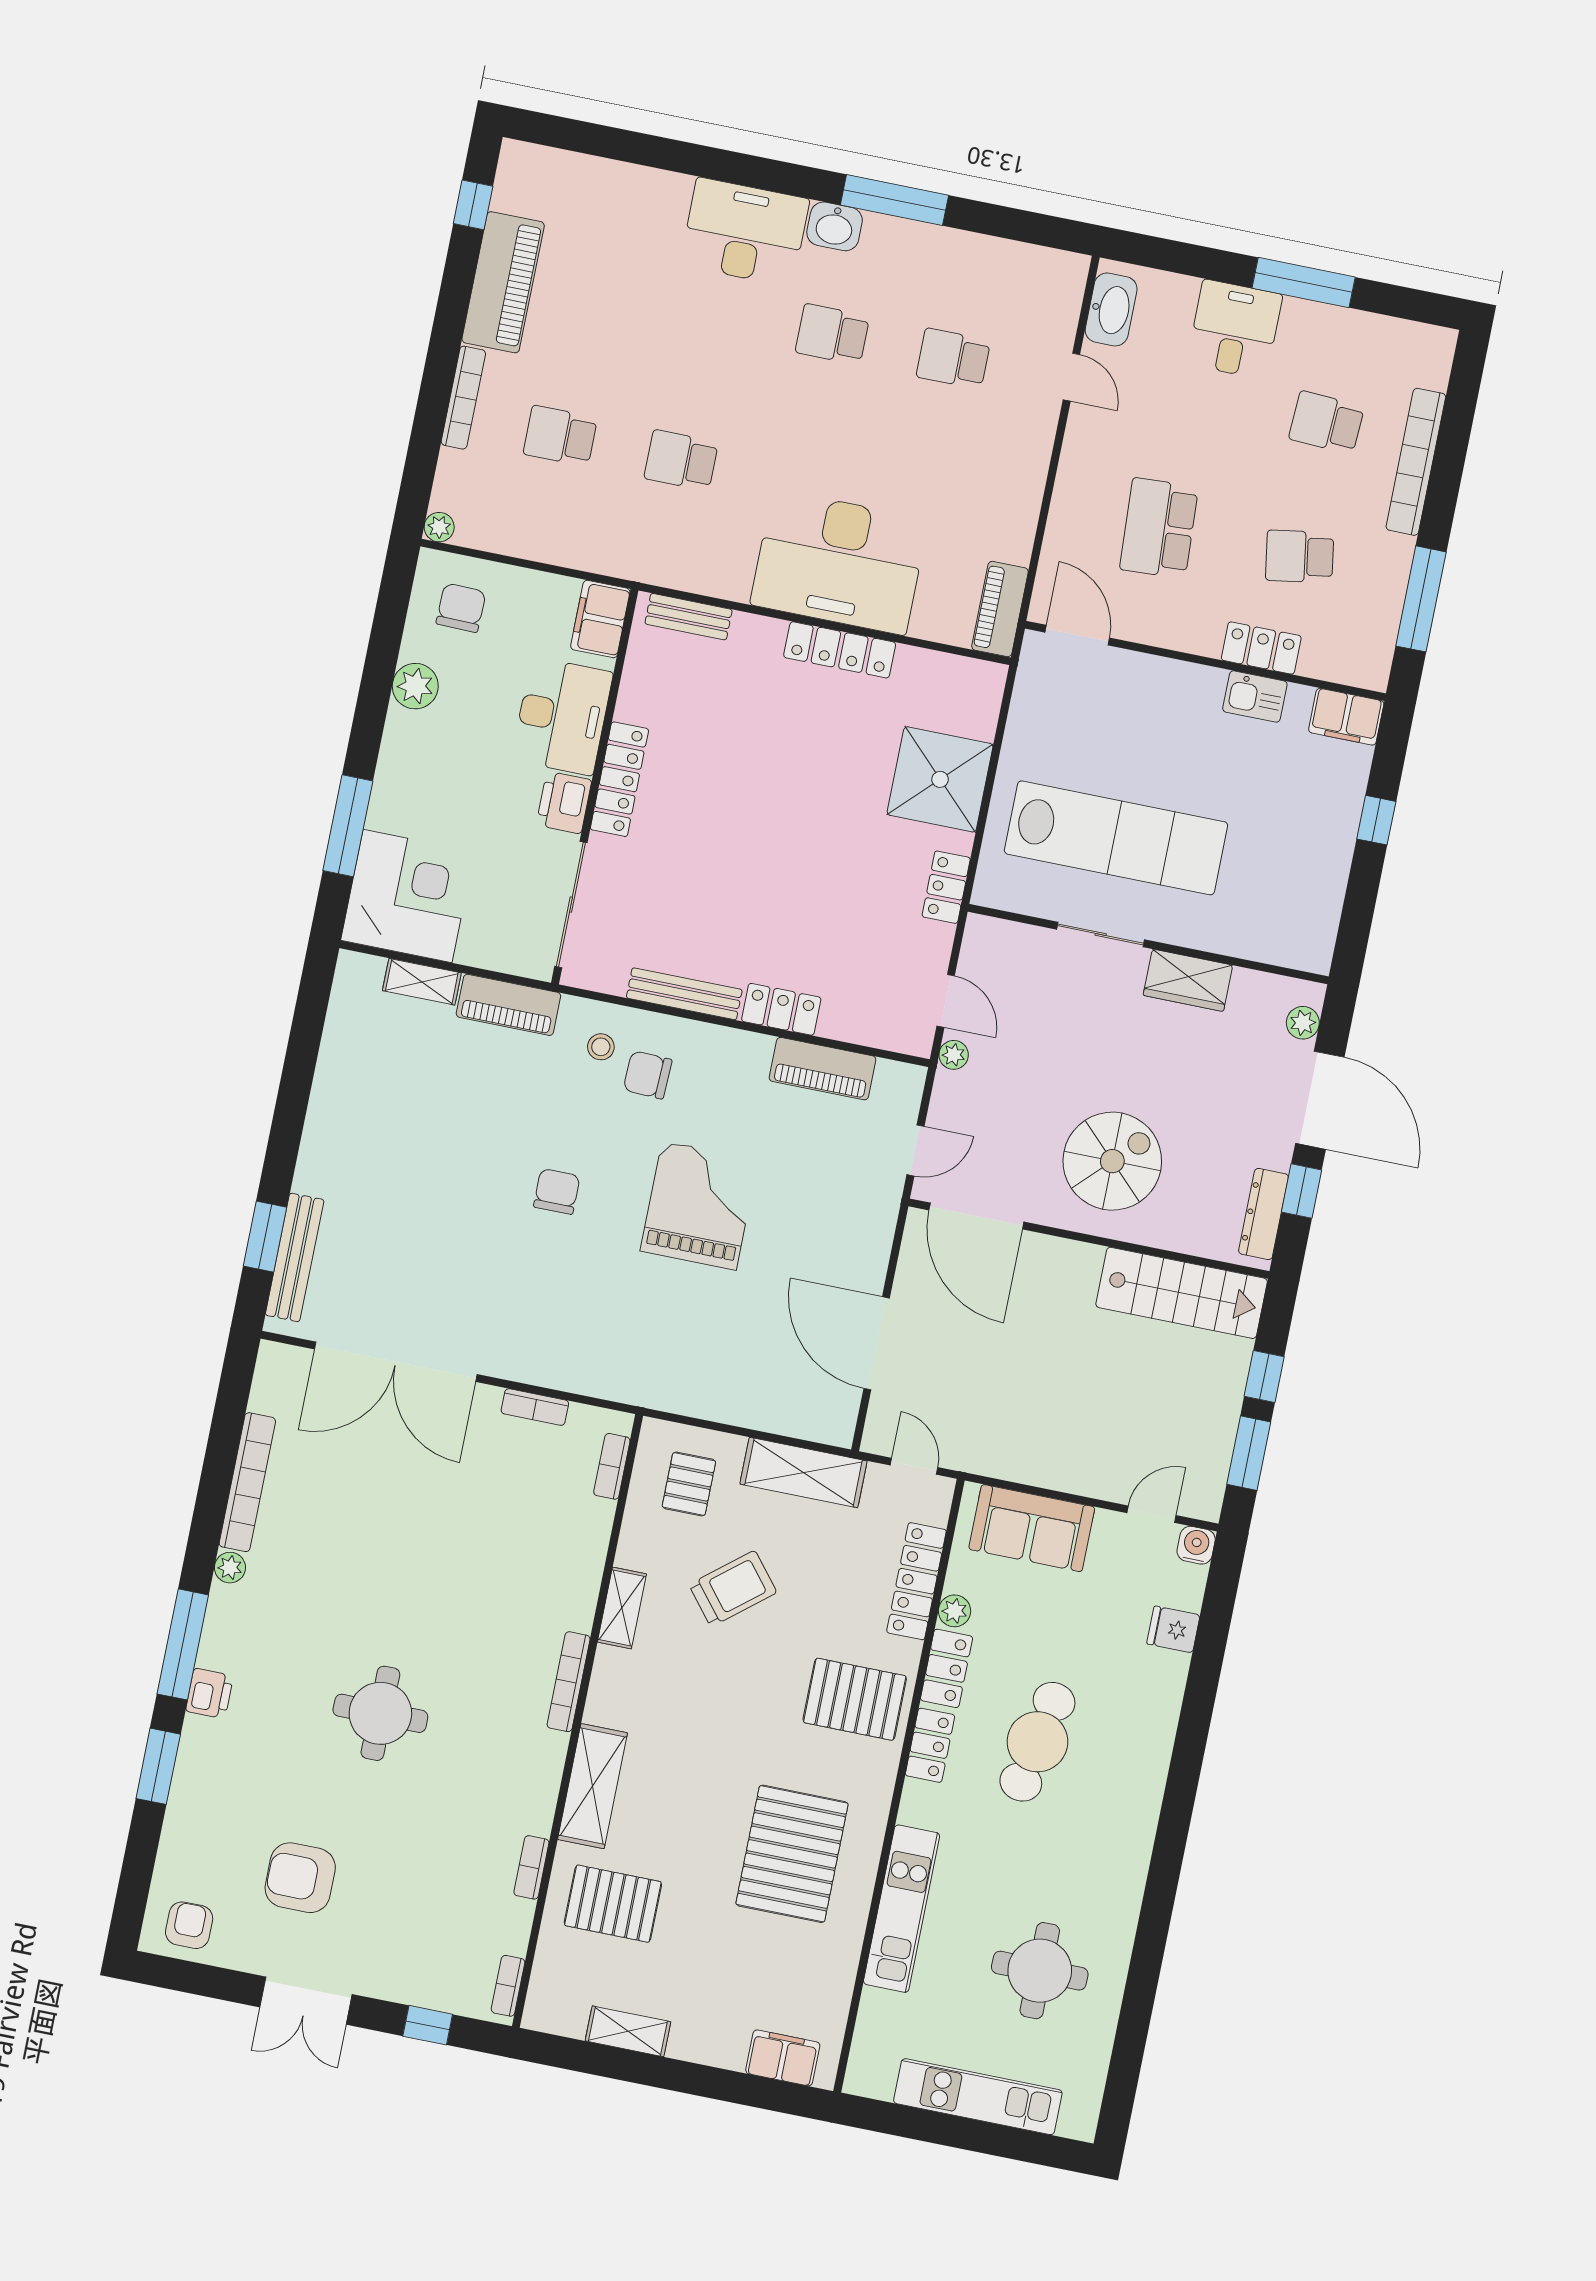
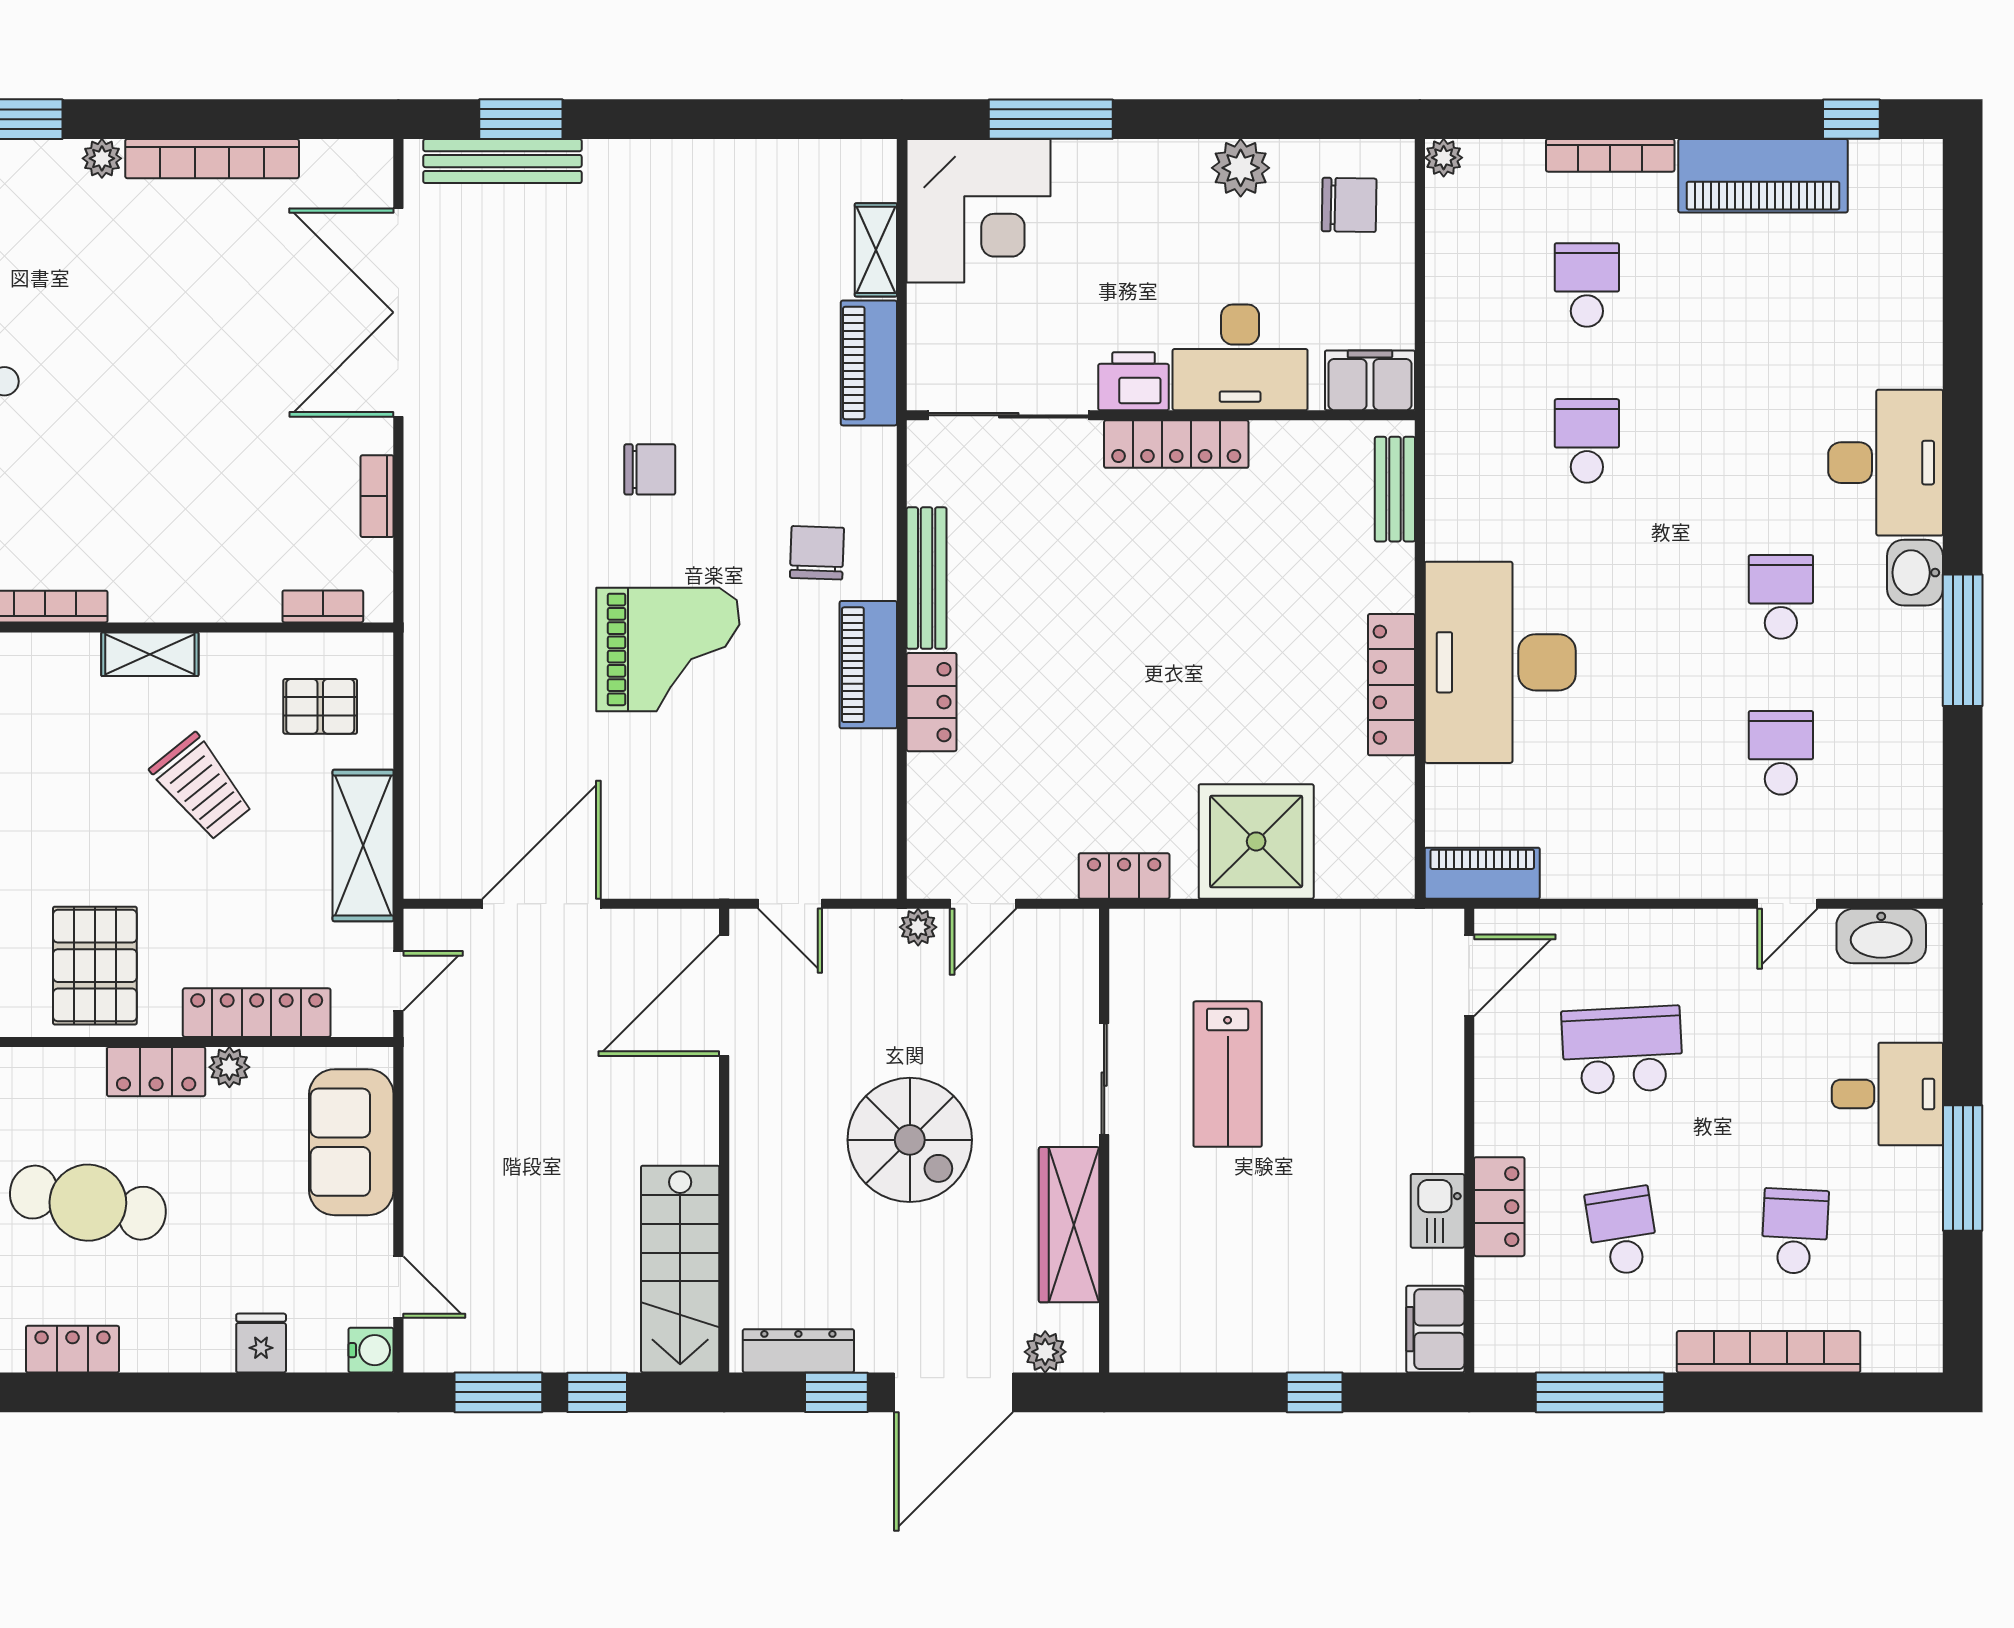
lab bench: (1116, 838) -> (1228, 1074), width x0.54, depth x0.72
wardrobe: (1188, 980) -> (1069, 1225), width x1.50
stool: (601, 1047) -> (840, 488), removed
piano: (822, 1069) -> (868, 665), moved
spiral stairs: (1112, 1161) -> (910, 1140), moved
locker: (930, 1745) -> (72, 1349), moved, turned 180

